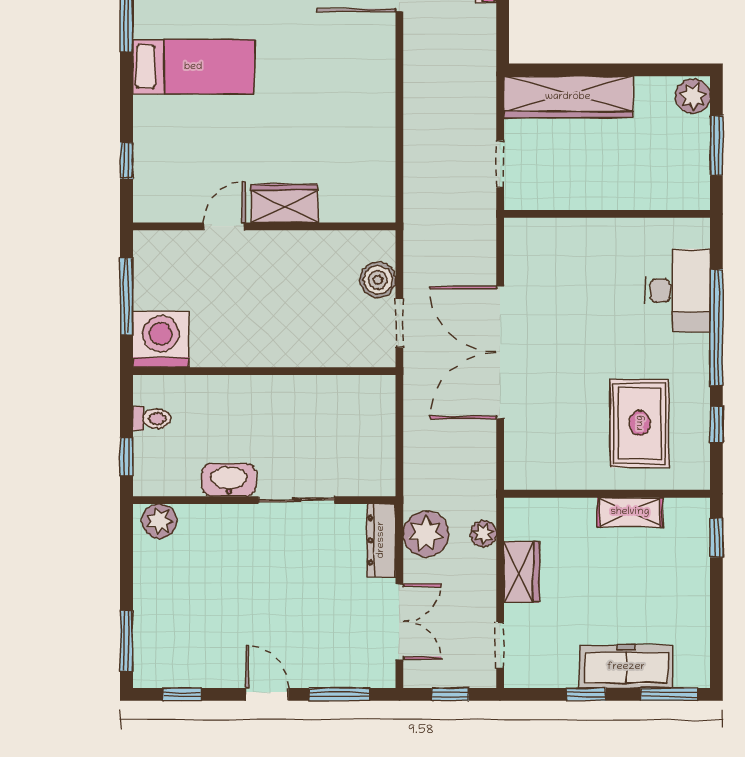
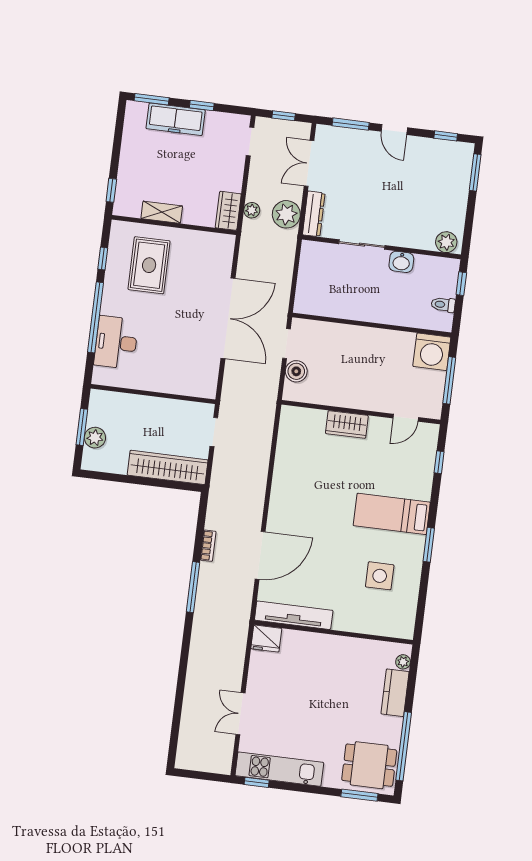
plant: (693, 96) -> (95, 438), moved
door: (224, 226) -> (406, 418), moved
washbasin: (229, 480) -> (401, 262), width x0.72
wardrobe: (522, 572) -> (228, 211), moved

